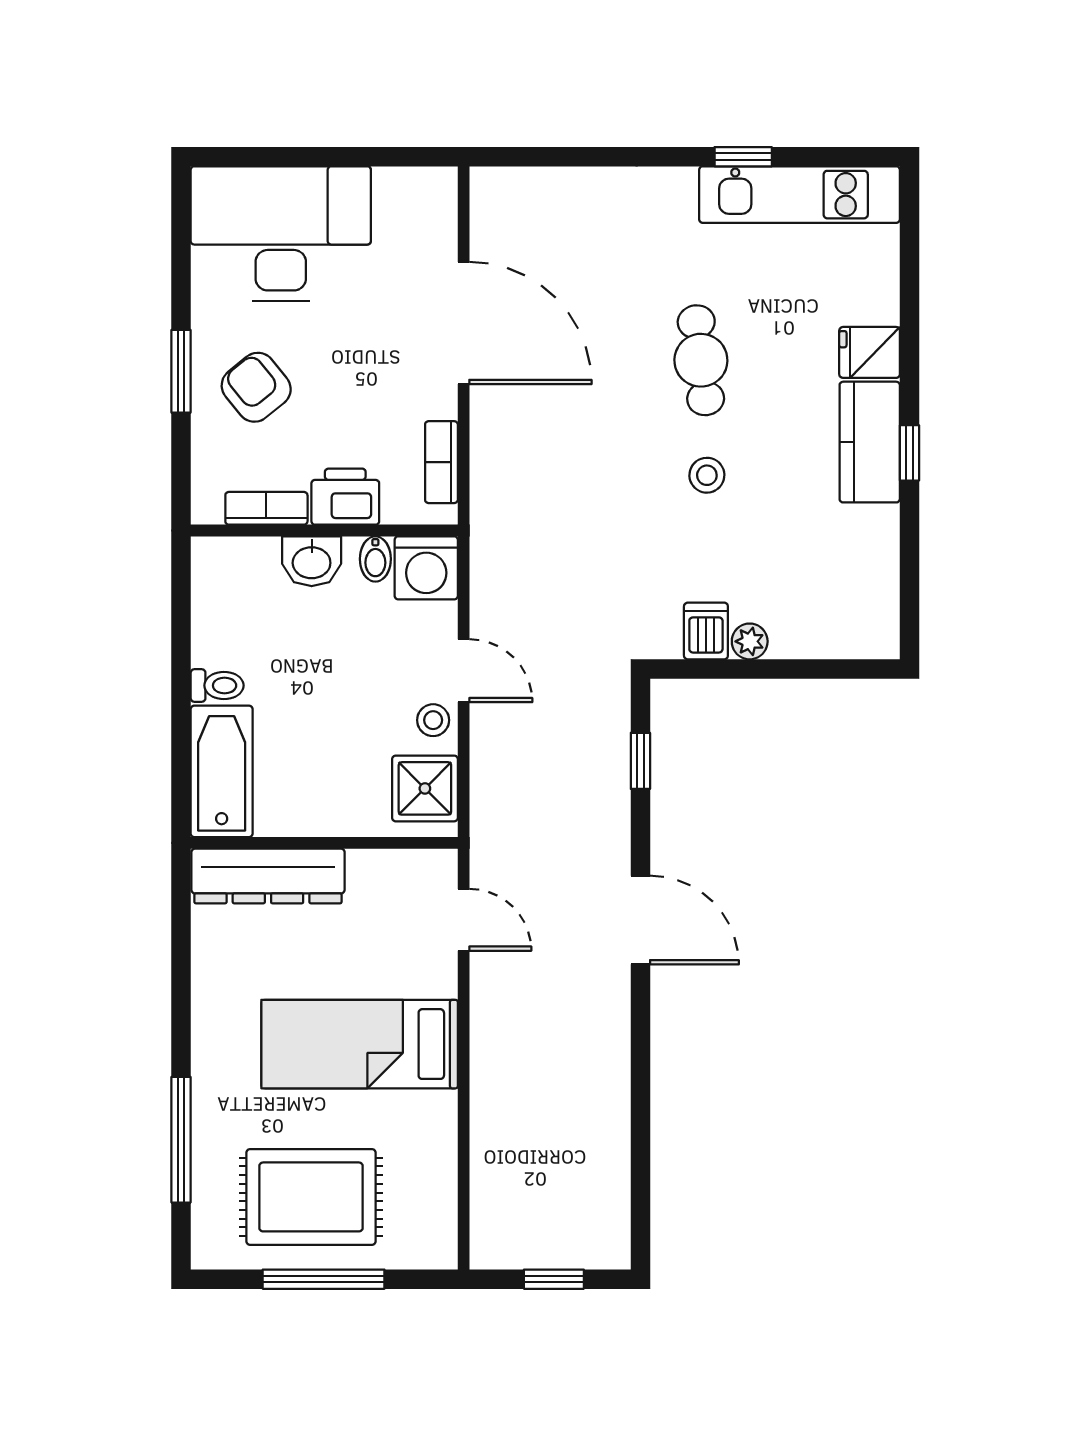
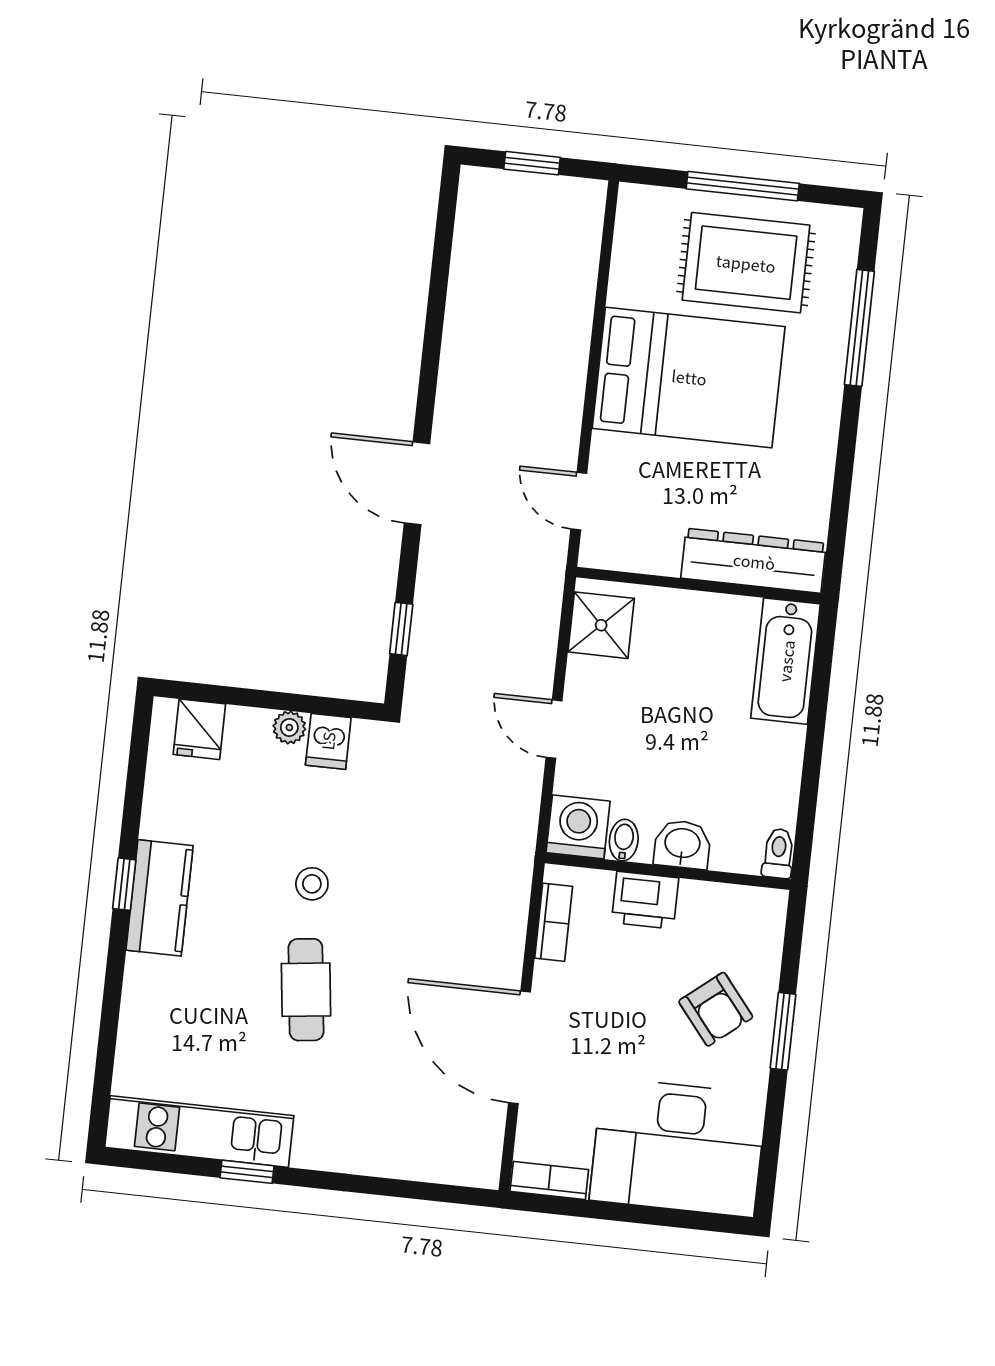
fridge: (870, 352) -> (199, 729), moved, turned 90
bookcase: (266, 508) -> (549, 1181), moved, turned 180
toilet: (217, 685) -> (778, 853), moved, turned 90
stool: (433, 720) -> (587, 687), removed
bed: (360, 1044) -> (689, 377), width x1.50

